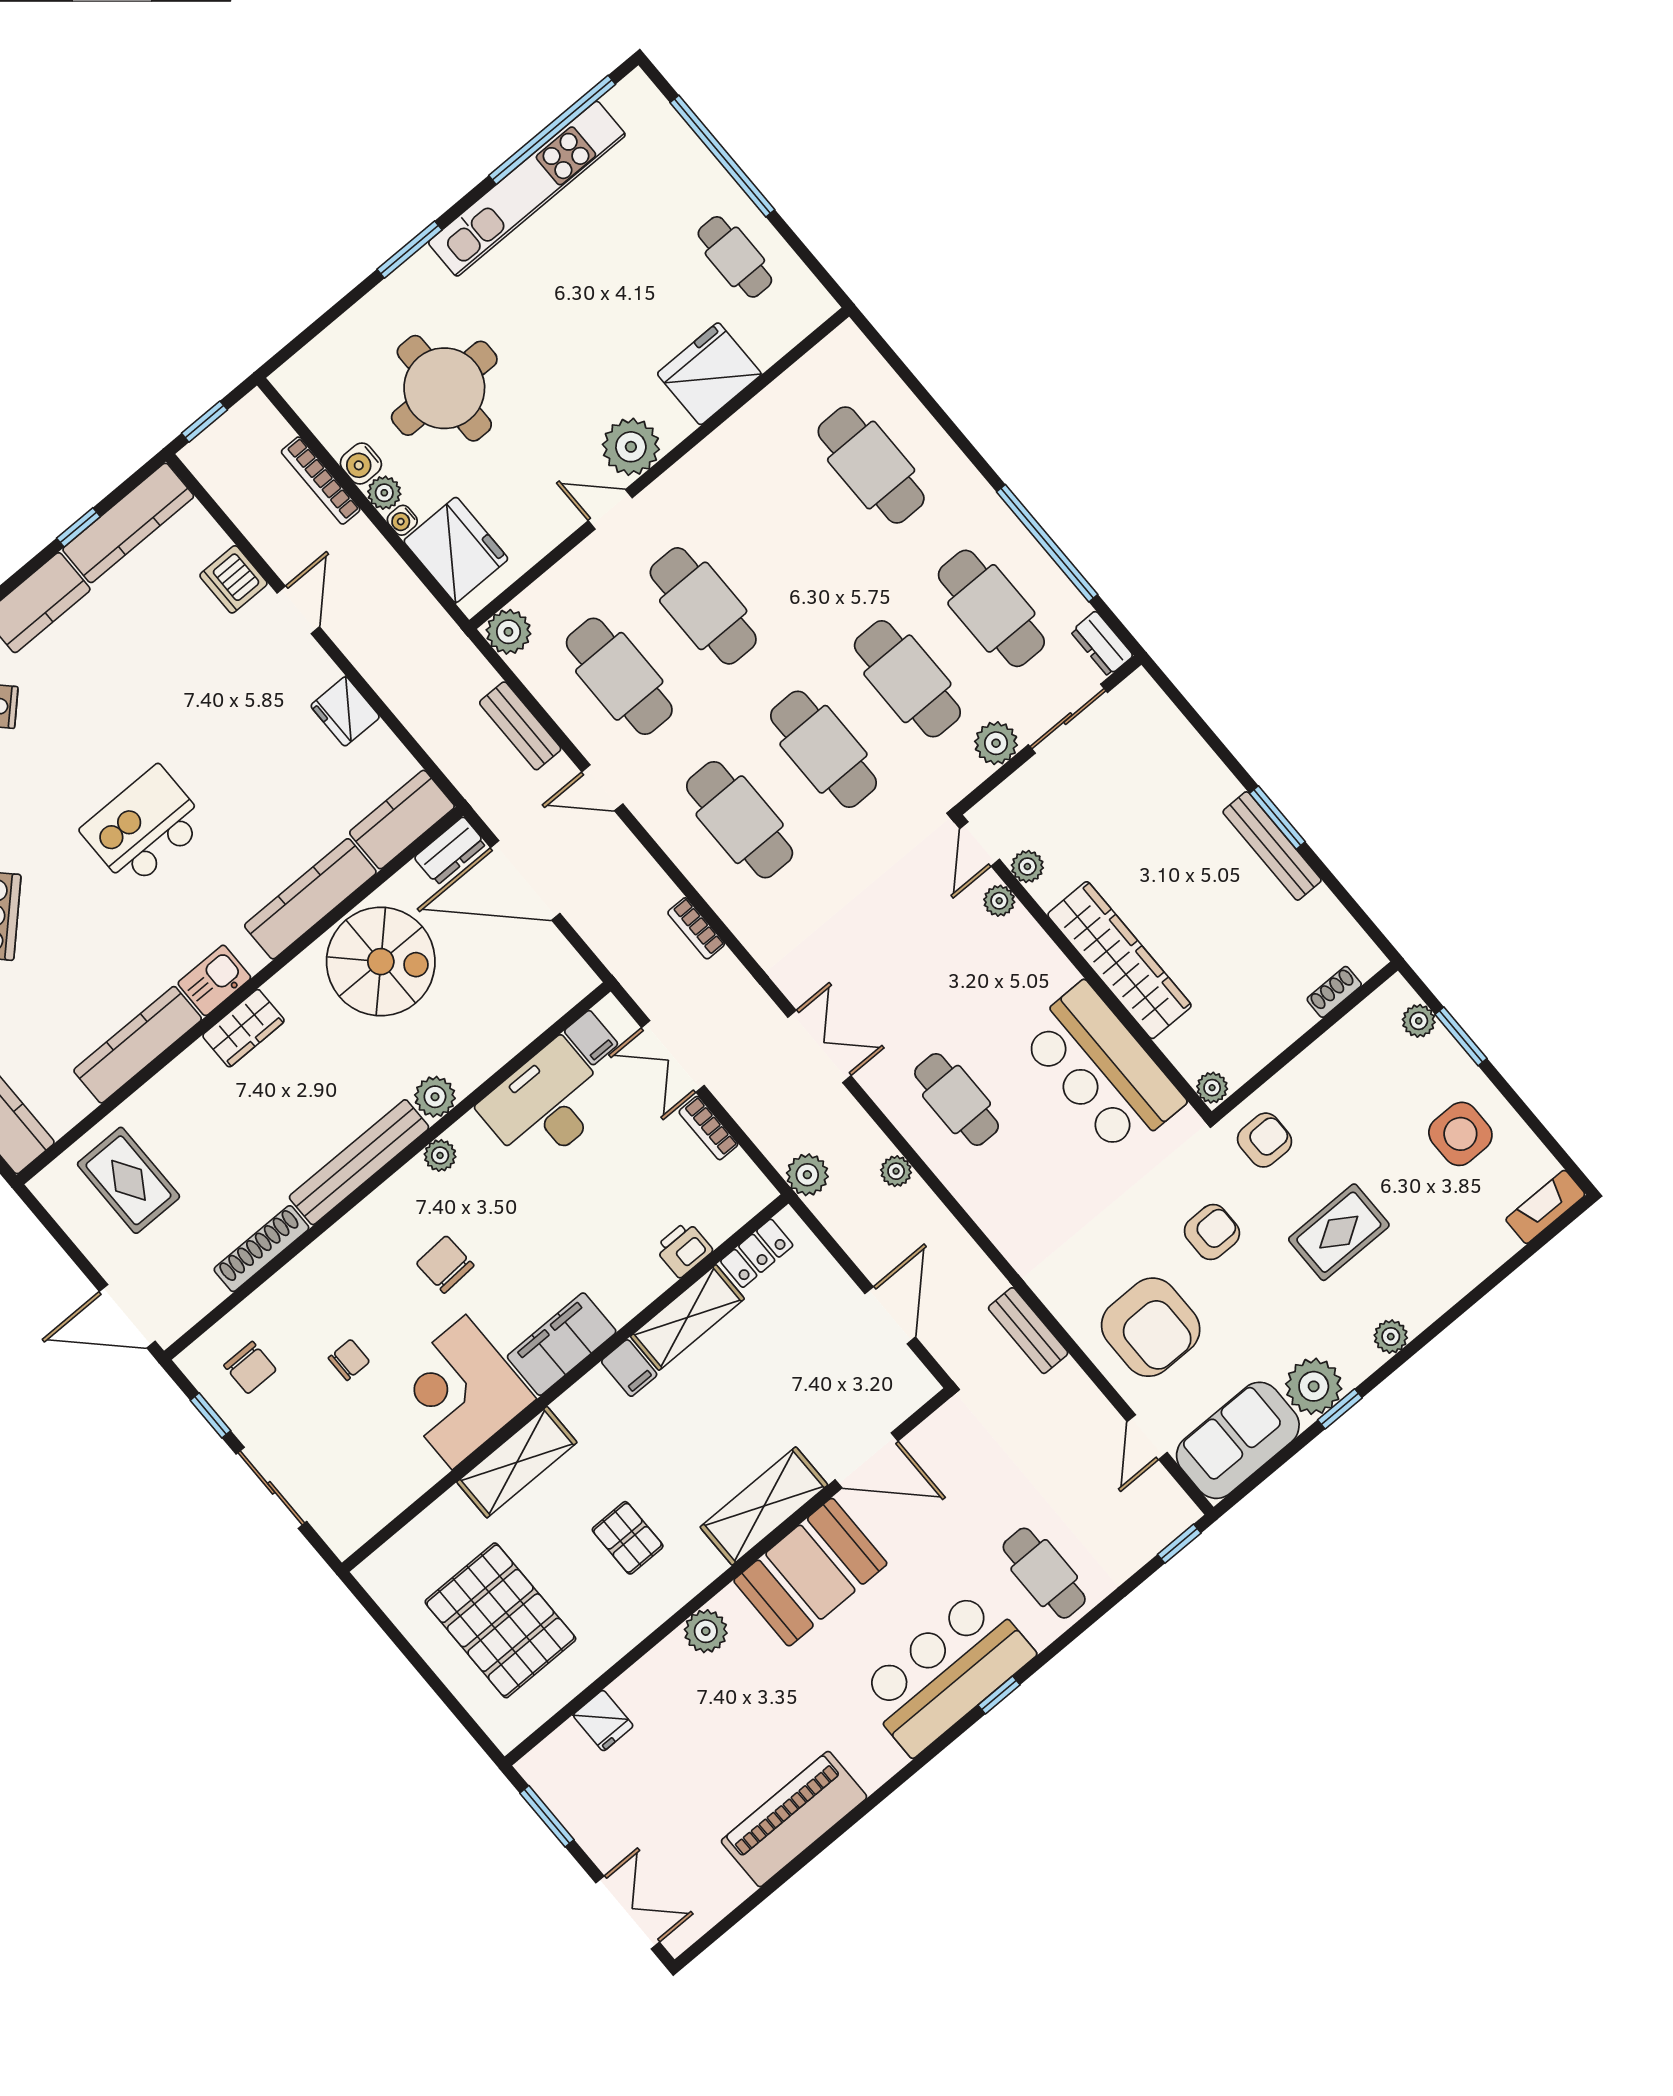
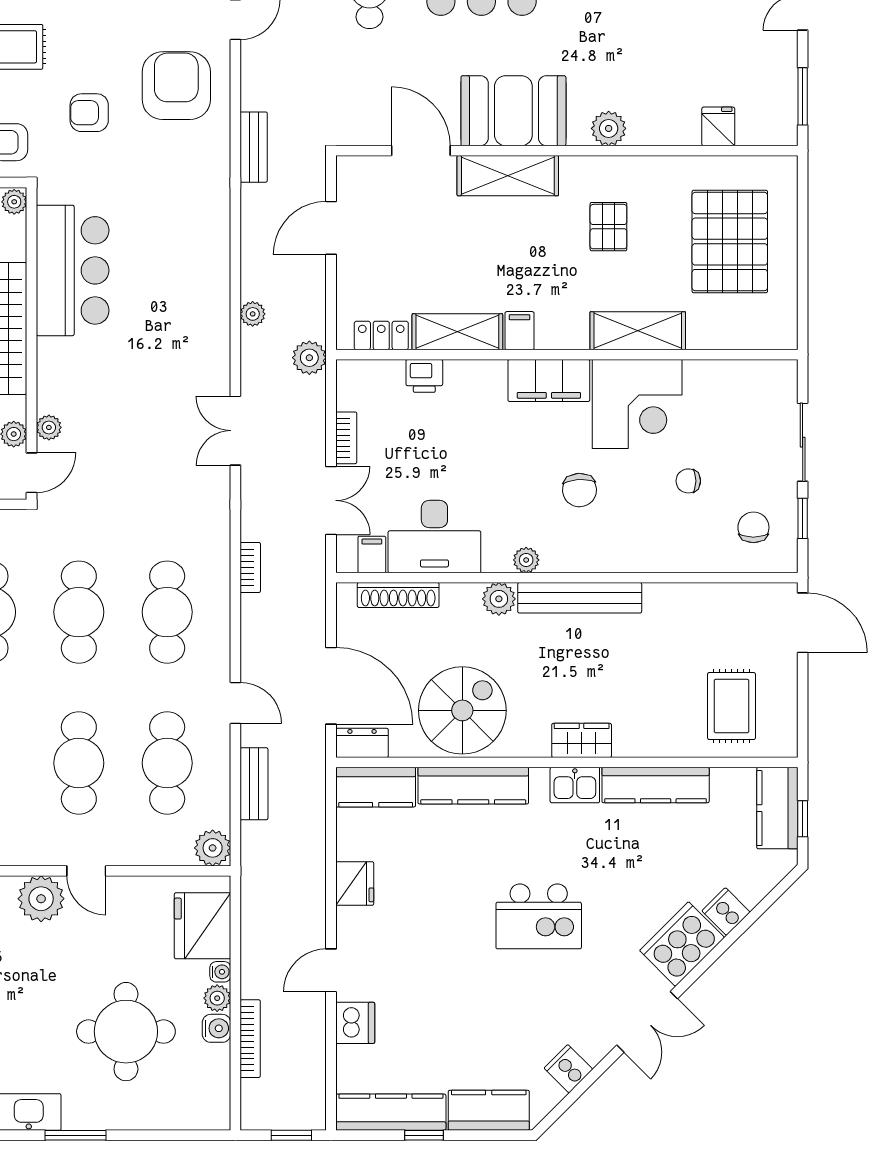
spiral stairs: (381, 962) -> (462, 710), turned 90
cafe table: (957, 1099) -> (178, 327), removed
shoe rack: (261, 1249) -> (398, 595), moved

